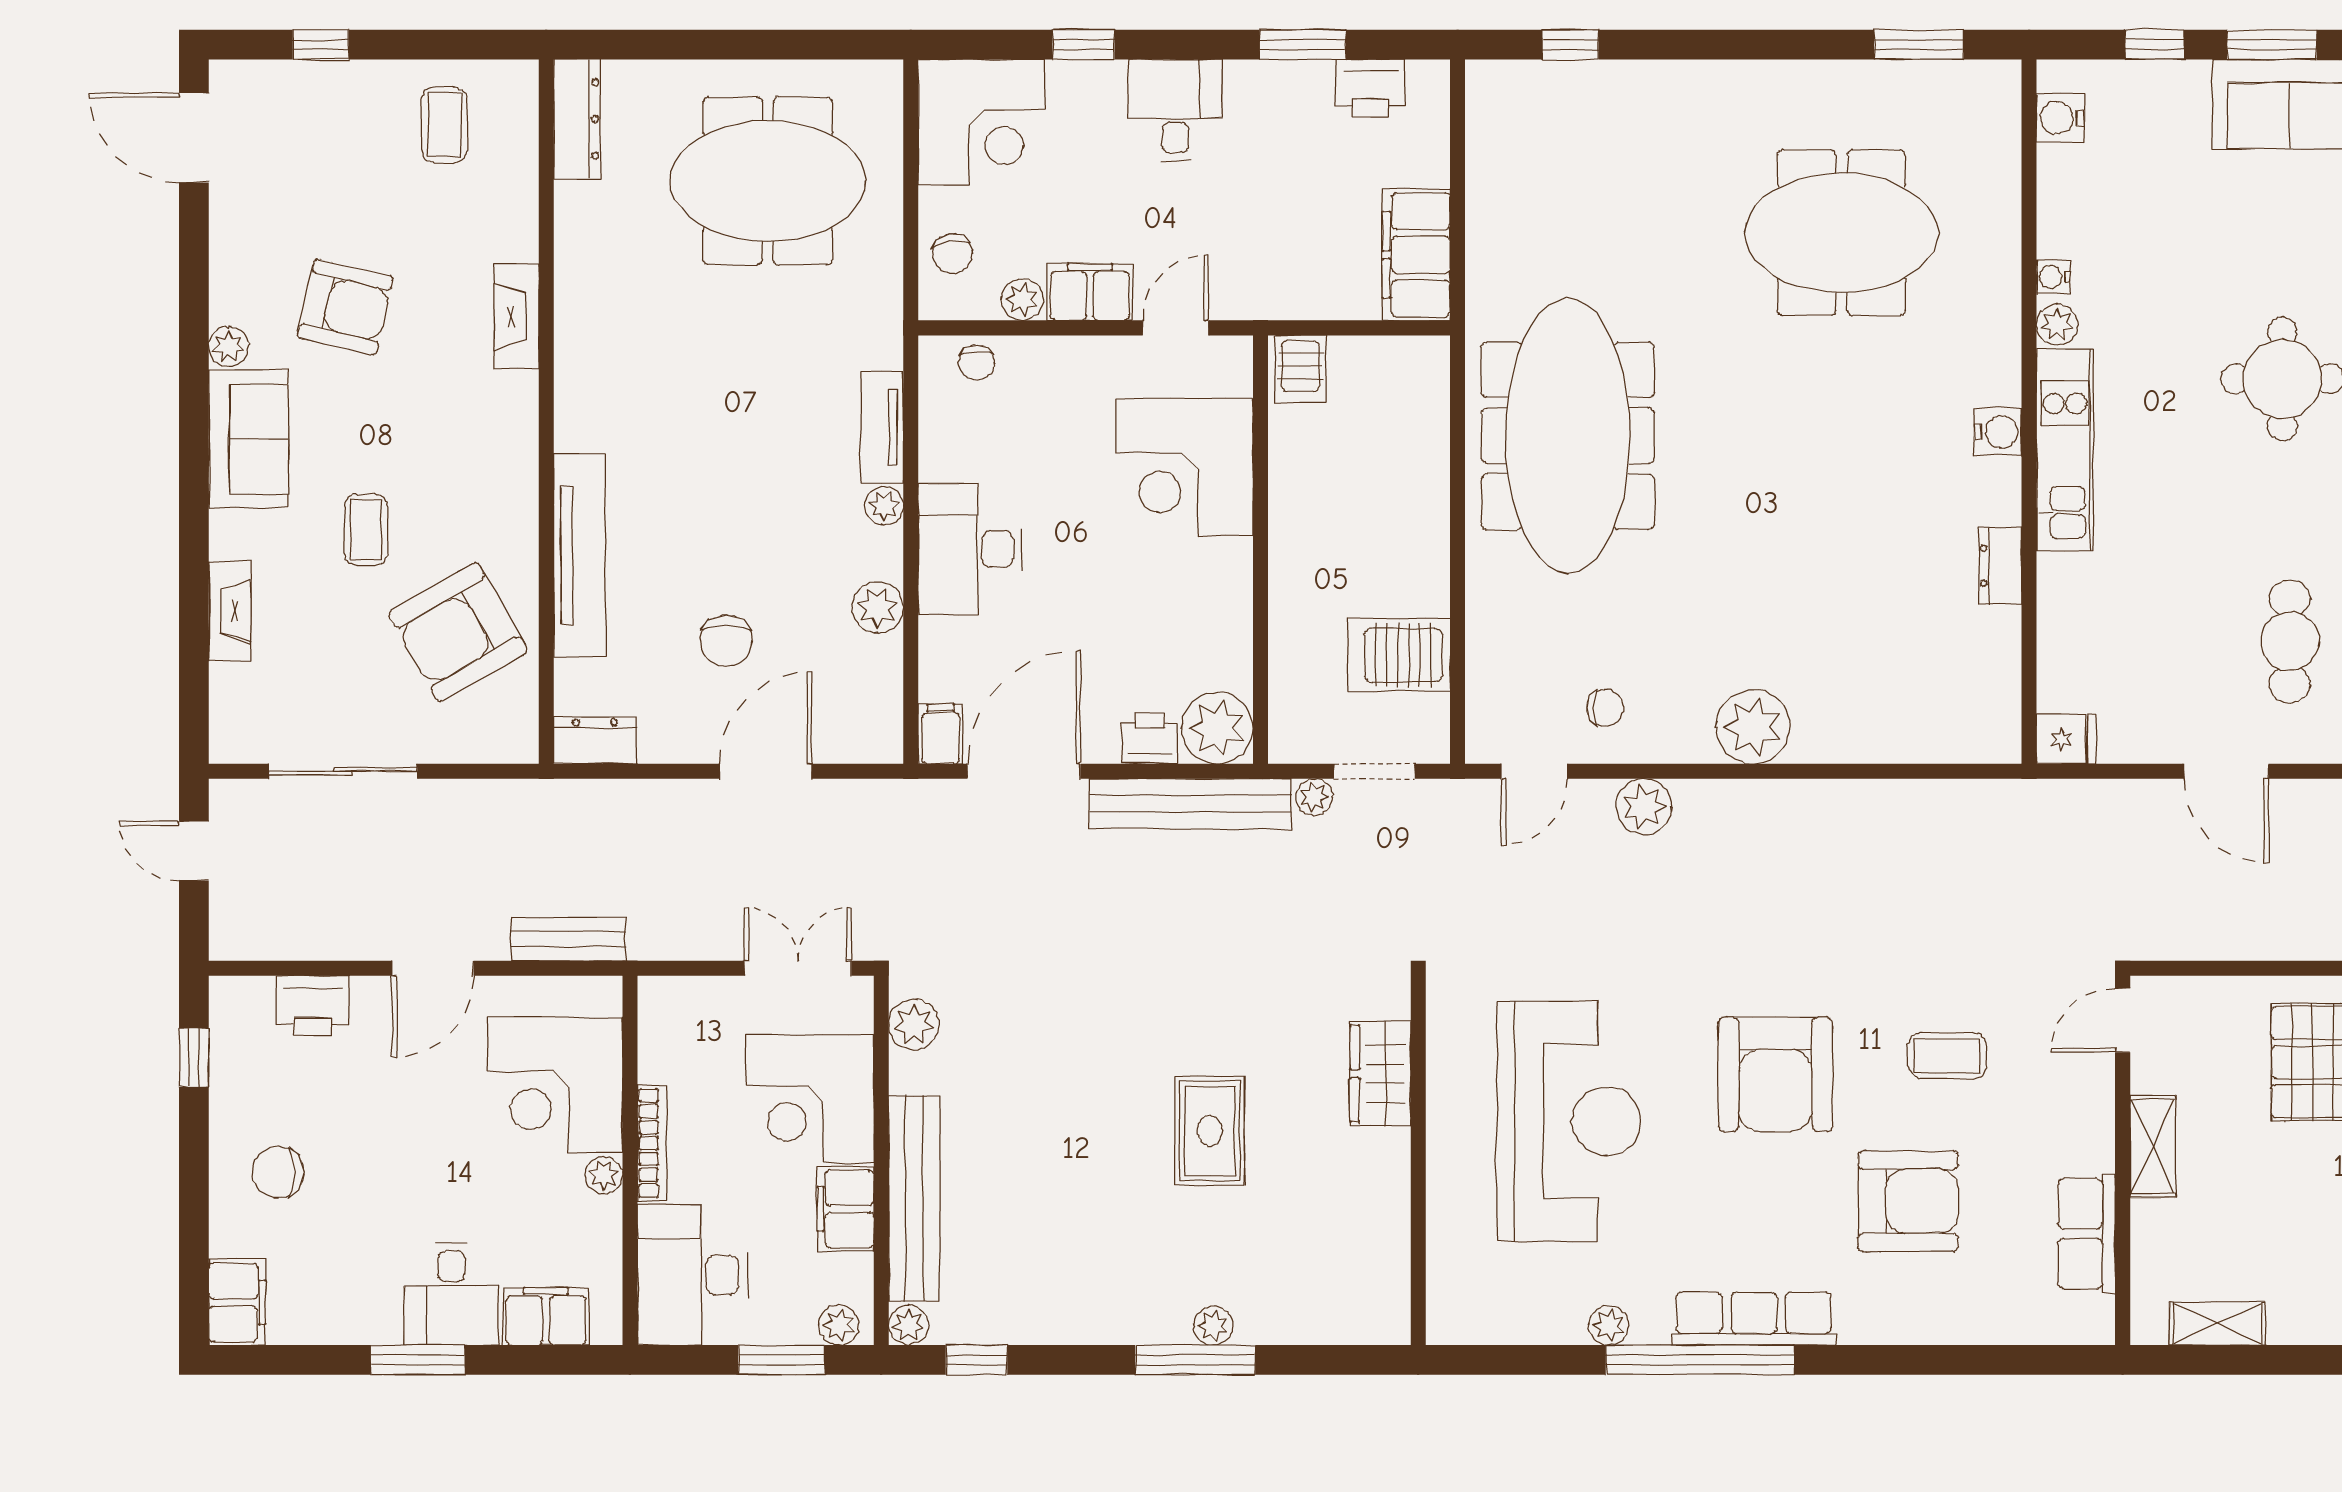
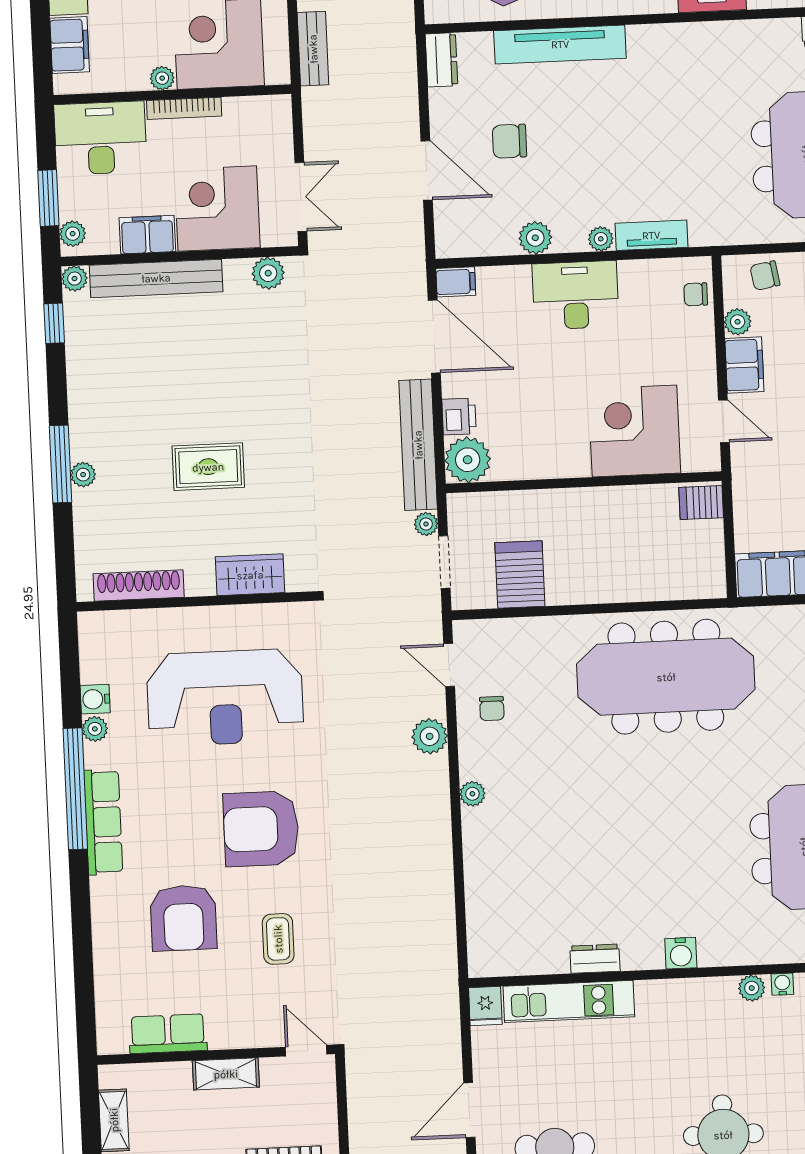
kitchen unit: (2065, 450) -> (569, 1001), moved
plant: (1753, 727) -> (472, 794), width x0.53, depth x0.53
shoe rack: (1389, 1247) -> (139, 585), added
water cooler: (1563, 1323) -> (95, 699), added

